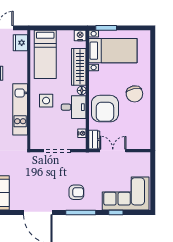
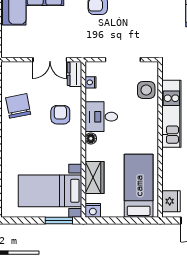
wardrobe: (79, 67) -> (95, 178), width x0.67
chair: (134, 94) -> (18, 106), moved
side table: (46, 101) -> (146, 90), moved
armchair: (105, 109) -> (60, 115), width x0.53, depth x0.53

